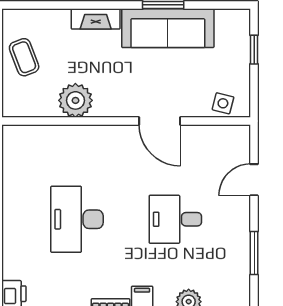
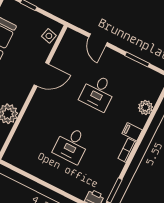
desk: (77, 219) -> (72, 145), width x0.73

